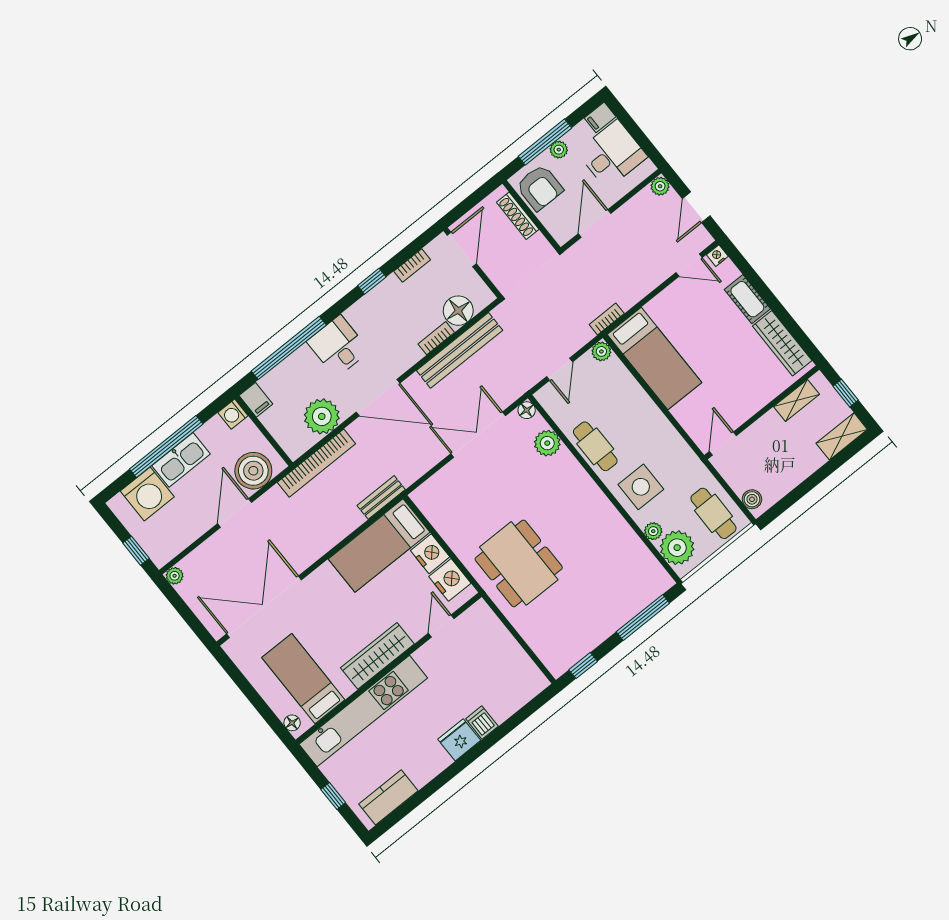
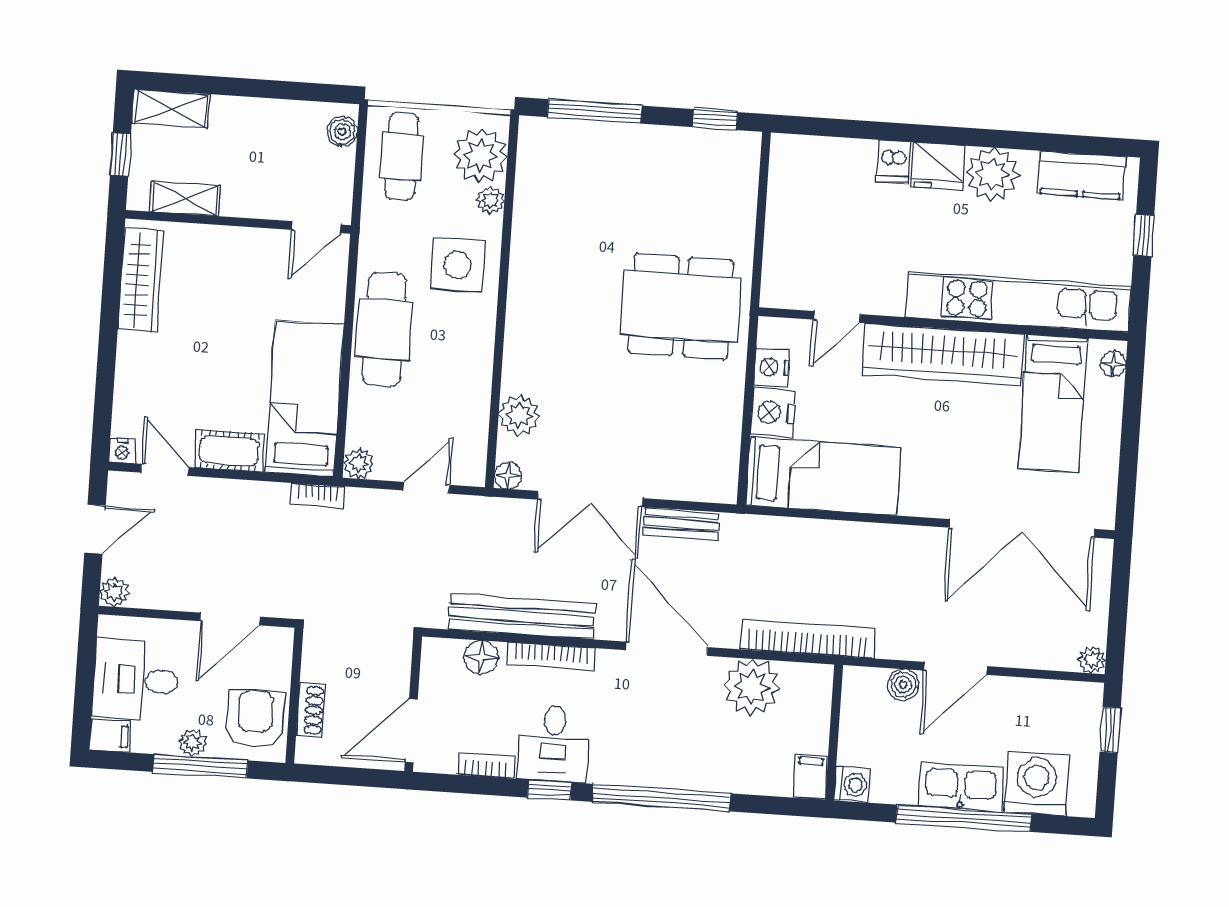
shoe rack: (518, 216) -> (311, 710), width x0.70
cot: (747, 299) -> (229, 451), moved, turned 90
floor lamp: (458, 311) -> (481, 657), width x0.73, depth x0.73
bookcase: (436, 338) -> (551, 656), width x1.56
desk: (338, 346) -> (553, 744), moved
window: (289, 348) -> (661, 798), moved
cafe table: (595, 446) -> (384, 329), moved, width x1.37, depth x1.35
boiler: (253, 471) -> (903, 685), width x0.54, depth x0.54
bench: (381, 497) -> (681, 524), moved
dining table: (519, 563) -> (681, 307), turned 90
nightstand: (450, 580) -> (772, 367), width x0.74, depth x0.75
wardrobe: (377, 656) -> (943, 354), width x1.40, depth x1.17
plant: (430, 760) -> (993, 174), added

